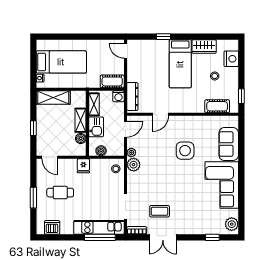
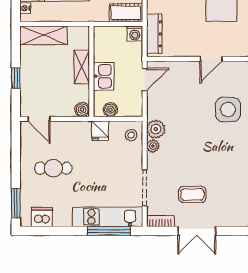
shelving: (94, 104) -> (101, 45), removed
door: (161, 114) -> (211, 59), moved
boiler: (81, 138) -> (82, 110), moved
plant: (131, 152) -> (153, 146), moved
fridge: (83, 166) -> (100, 131), moved
window: (33, 198) -> (16, 203), moved

